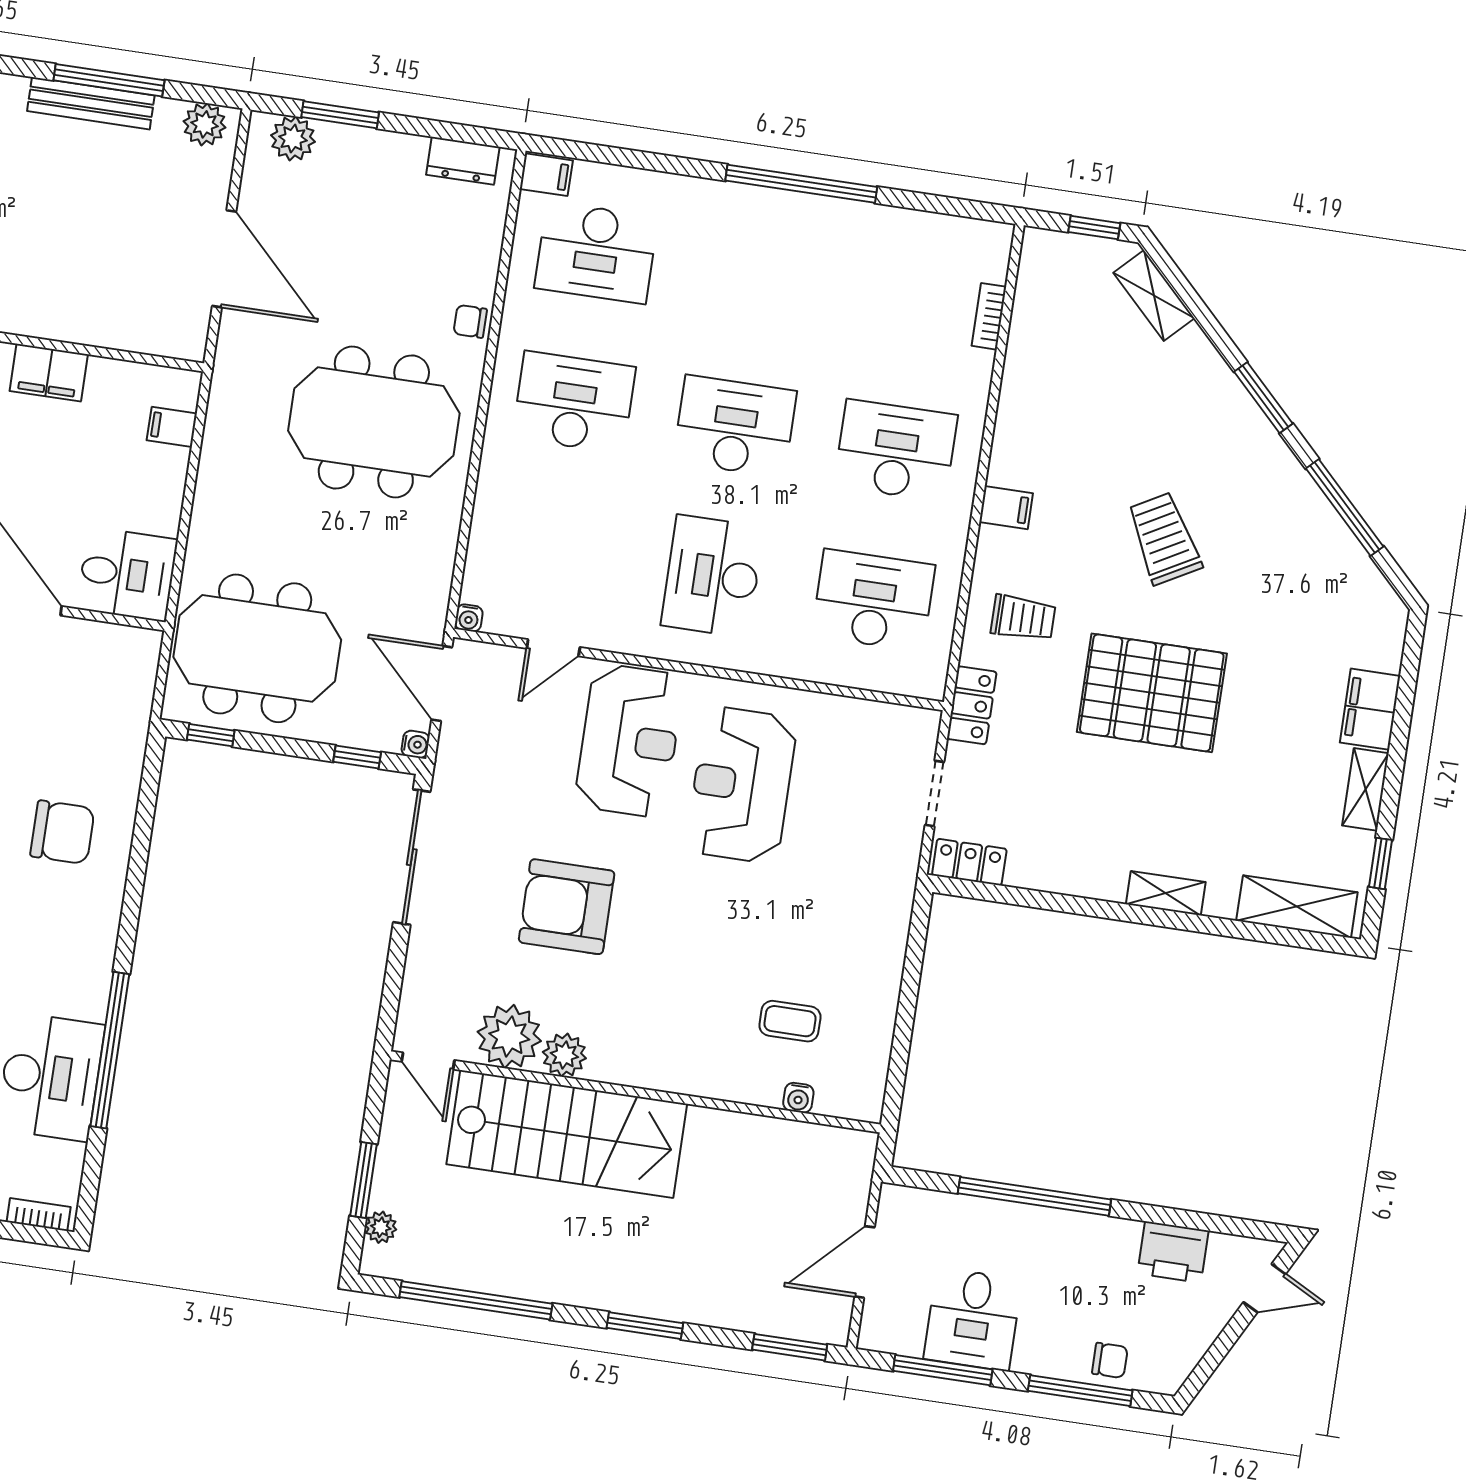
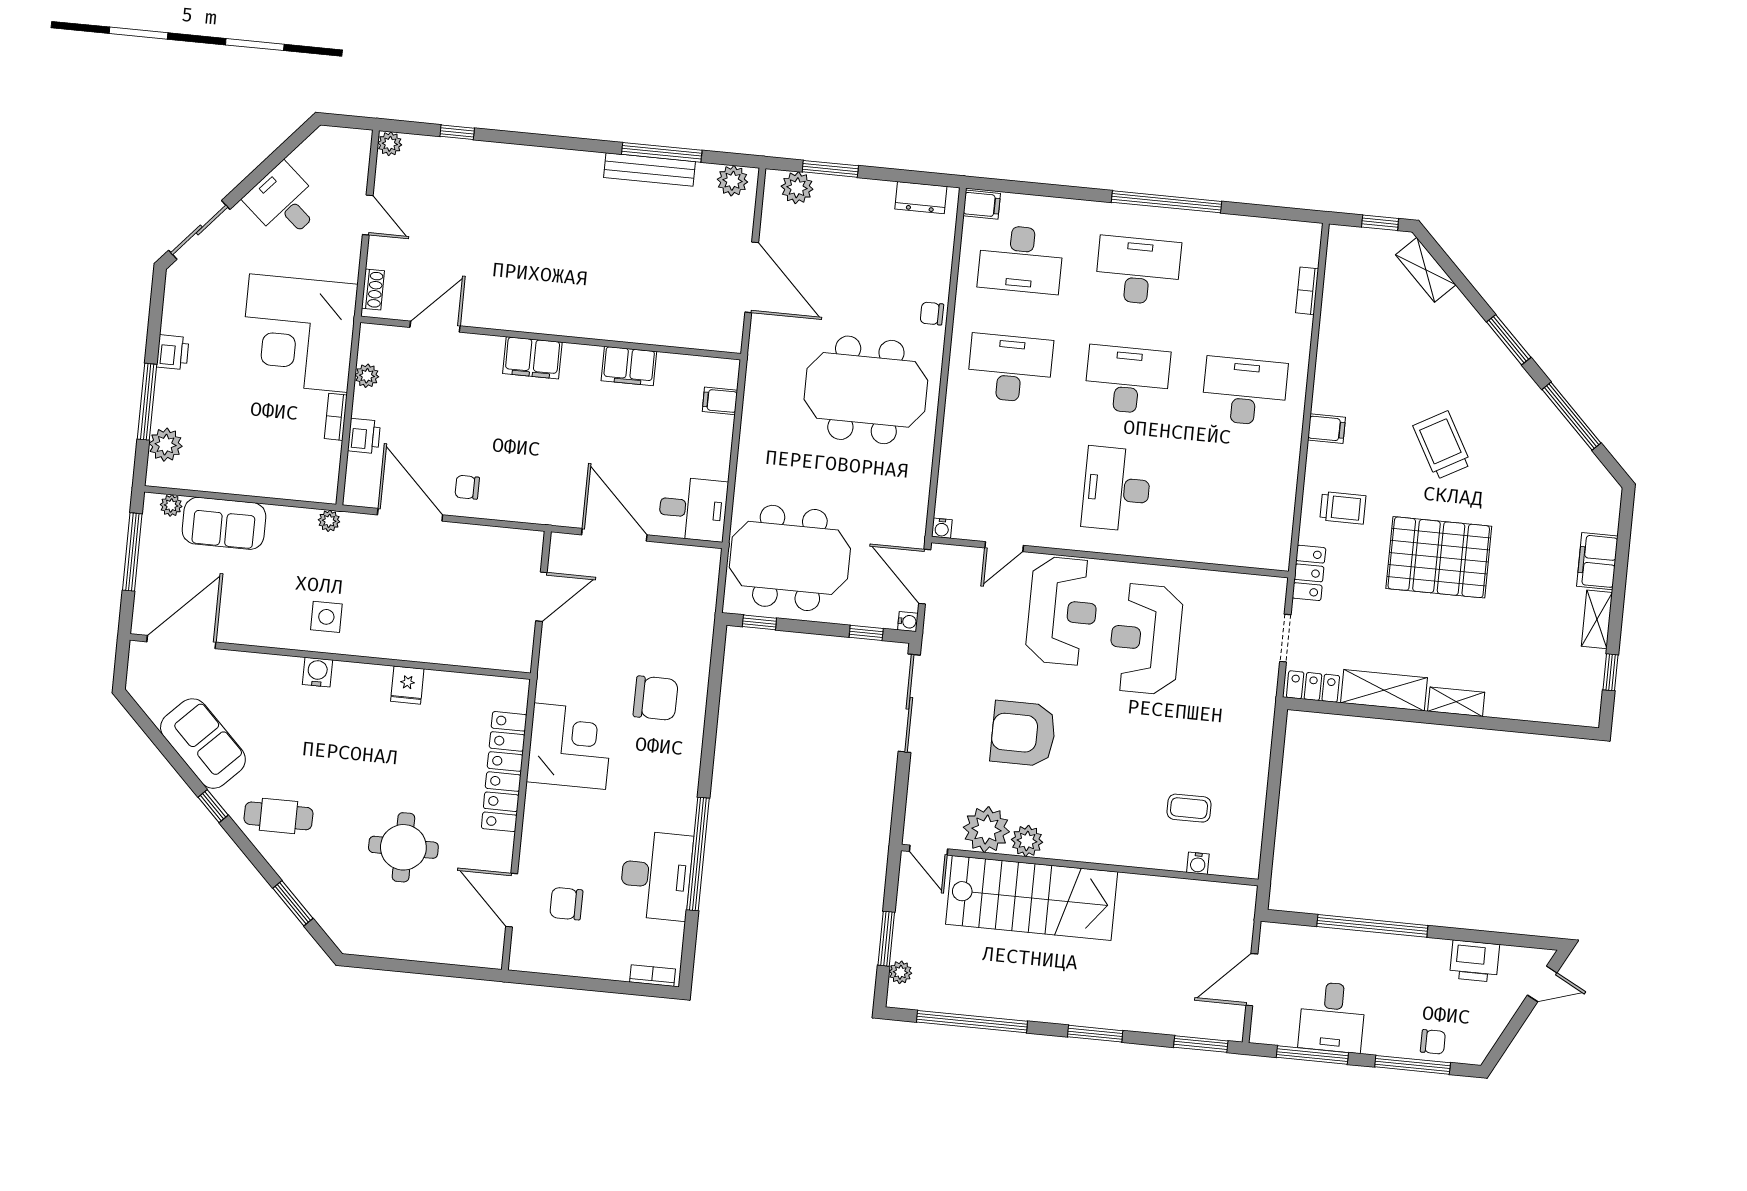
desk: (873, 600) -> (1138, 271), moved
shelving: (1297, 907) -> (1384, 690), moved

